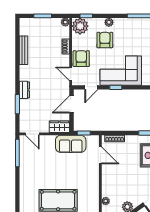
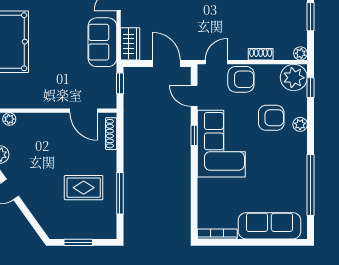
sofa: (71, 144) -> (102, 42), moved
door: (100, 155) -> (84, 111), hinge flipped

